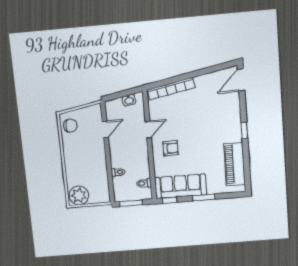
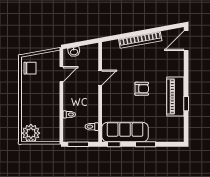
bookcase: (171, 89) -> (140, 40), moved
washbasin: (129, 100) -> (74, 52), moved
window: (244, 130) -> (186, 104), moved
armchair: (171, 148) -> (142, 89), moved
piano: (235, 164) -> (175, 97), moved

